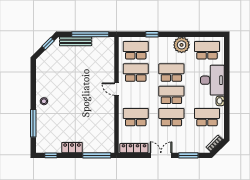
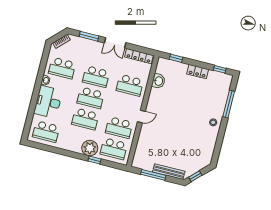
window: (90, 34) -> (153, 175), width x0.68
plant: (182, 45) -> (90, 148), moved
door: (117, 89) -> (141, 116), hinge flipped
washbasin: (108, 128) -> (158, 81), added
window: (97, 155) -> (176, 58), width x0.46

